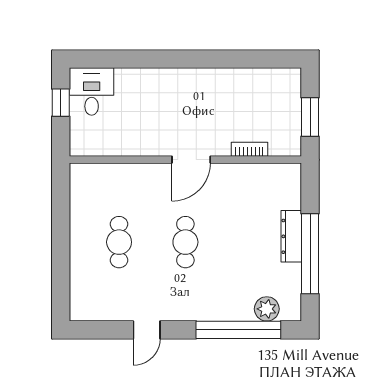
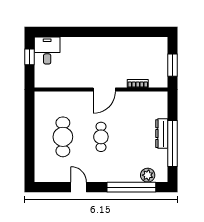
cafe table: (119, 242) -> (63, 137), width x1.37, depth x1.35
door: (147, 330) -> (79, 187), swing flipped

